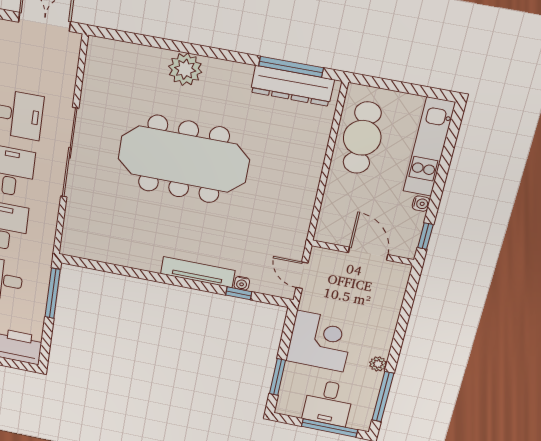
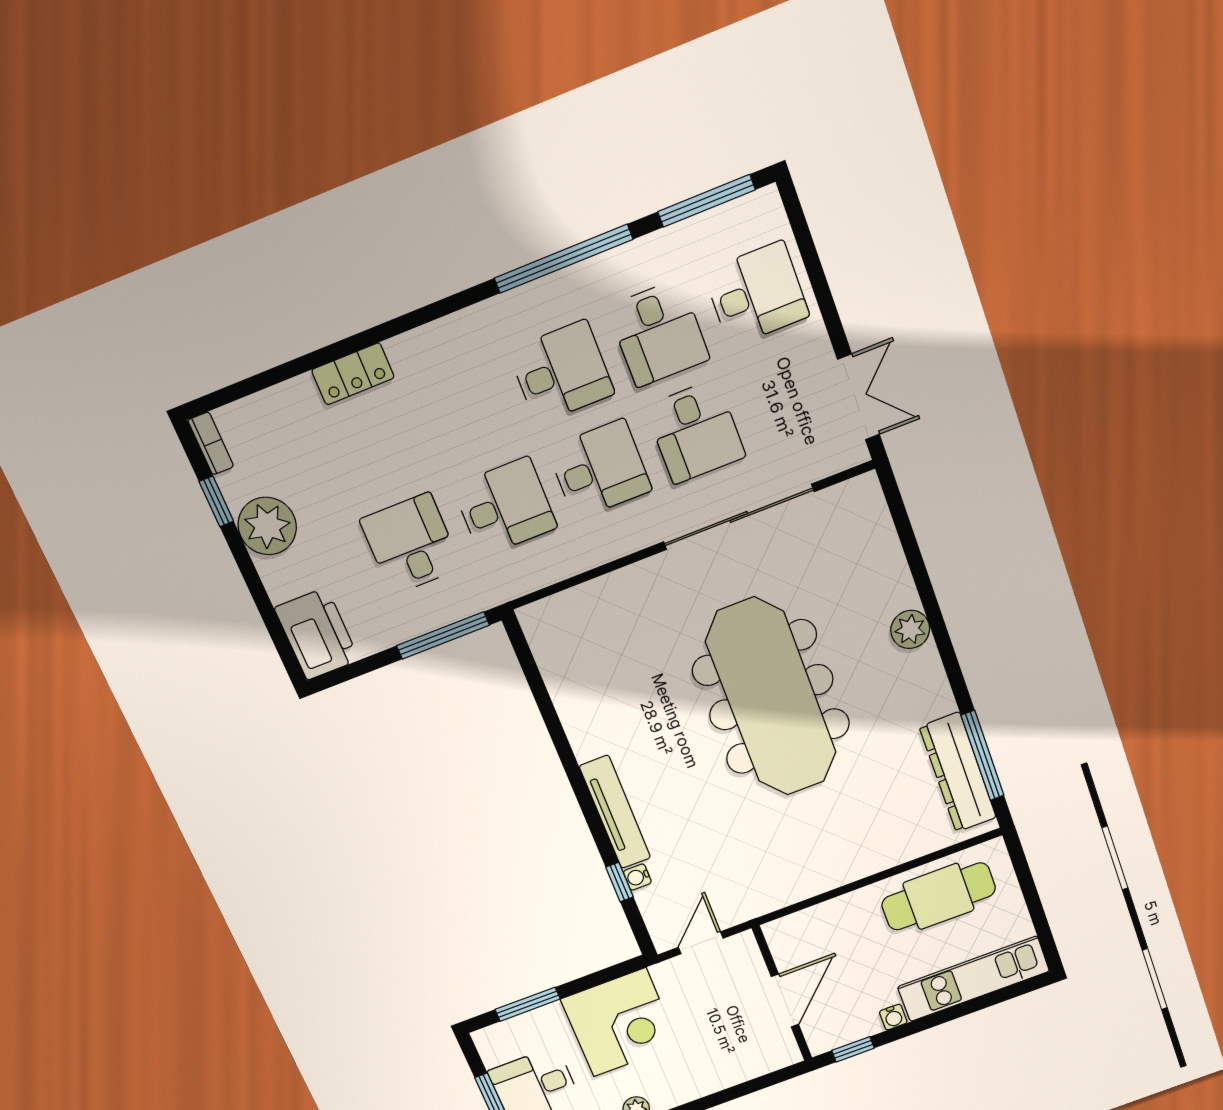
plant: (185, 69) -> (910, 629), width x0.73, depth x0.73
sliding door: (70, 153) -> (739, 517), moved

